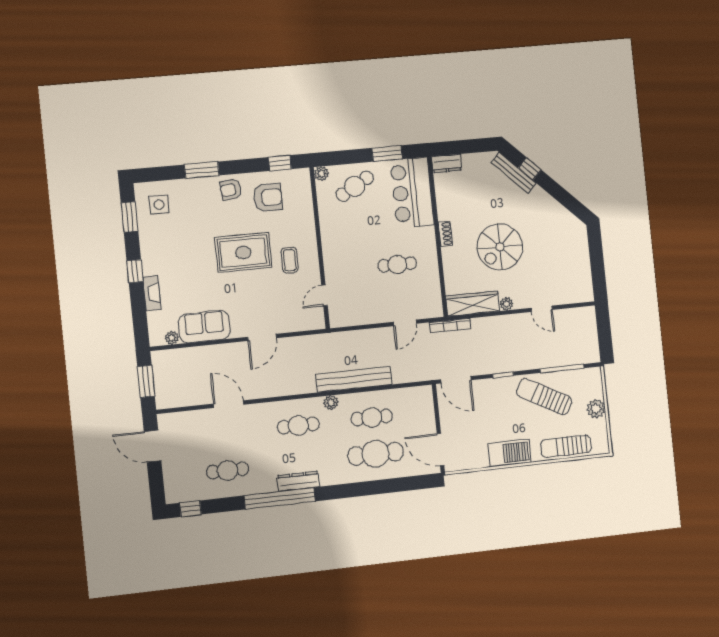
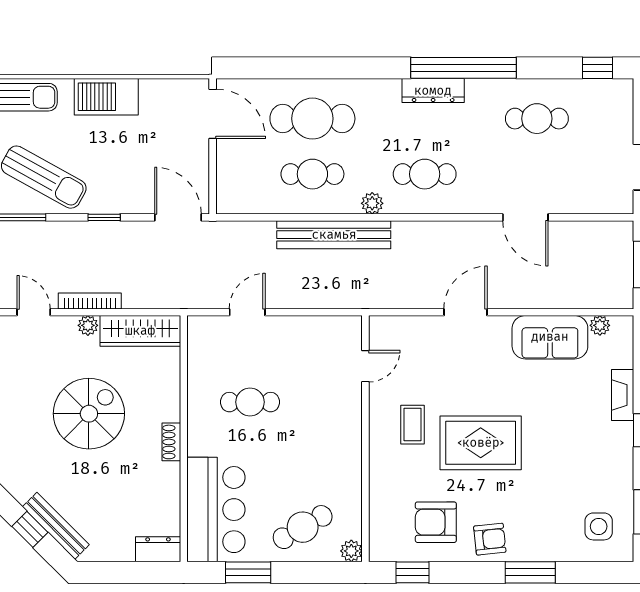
bookcase: (450, 326) -> (90, 301), moved

